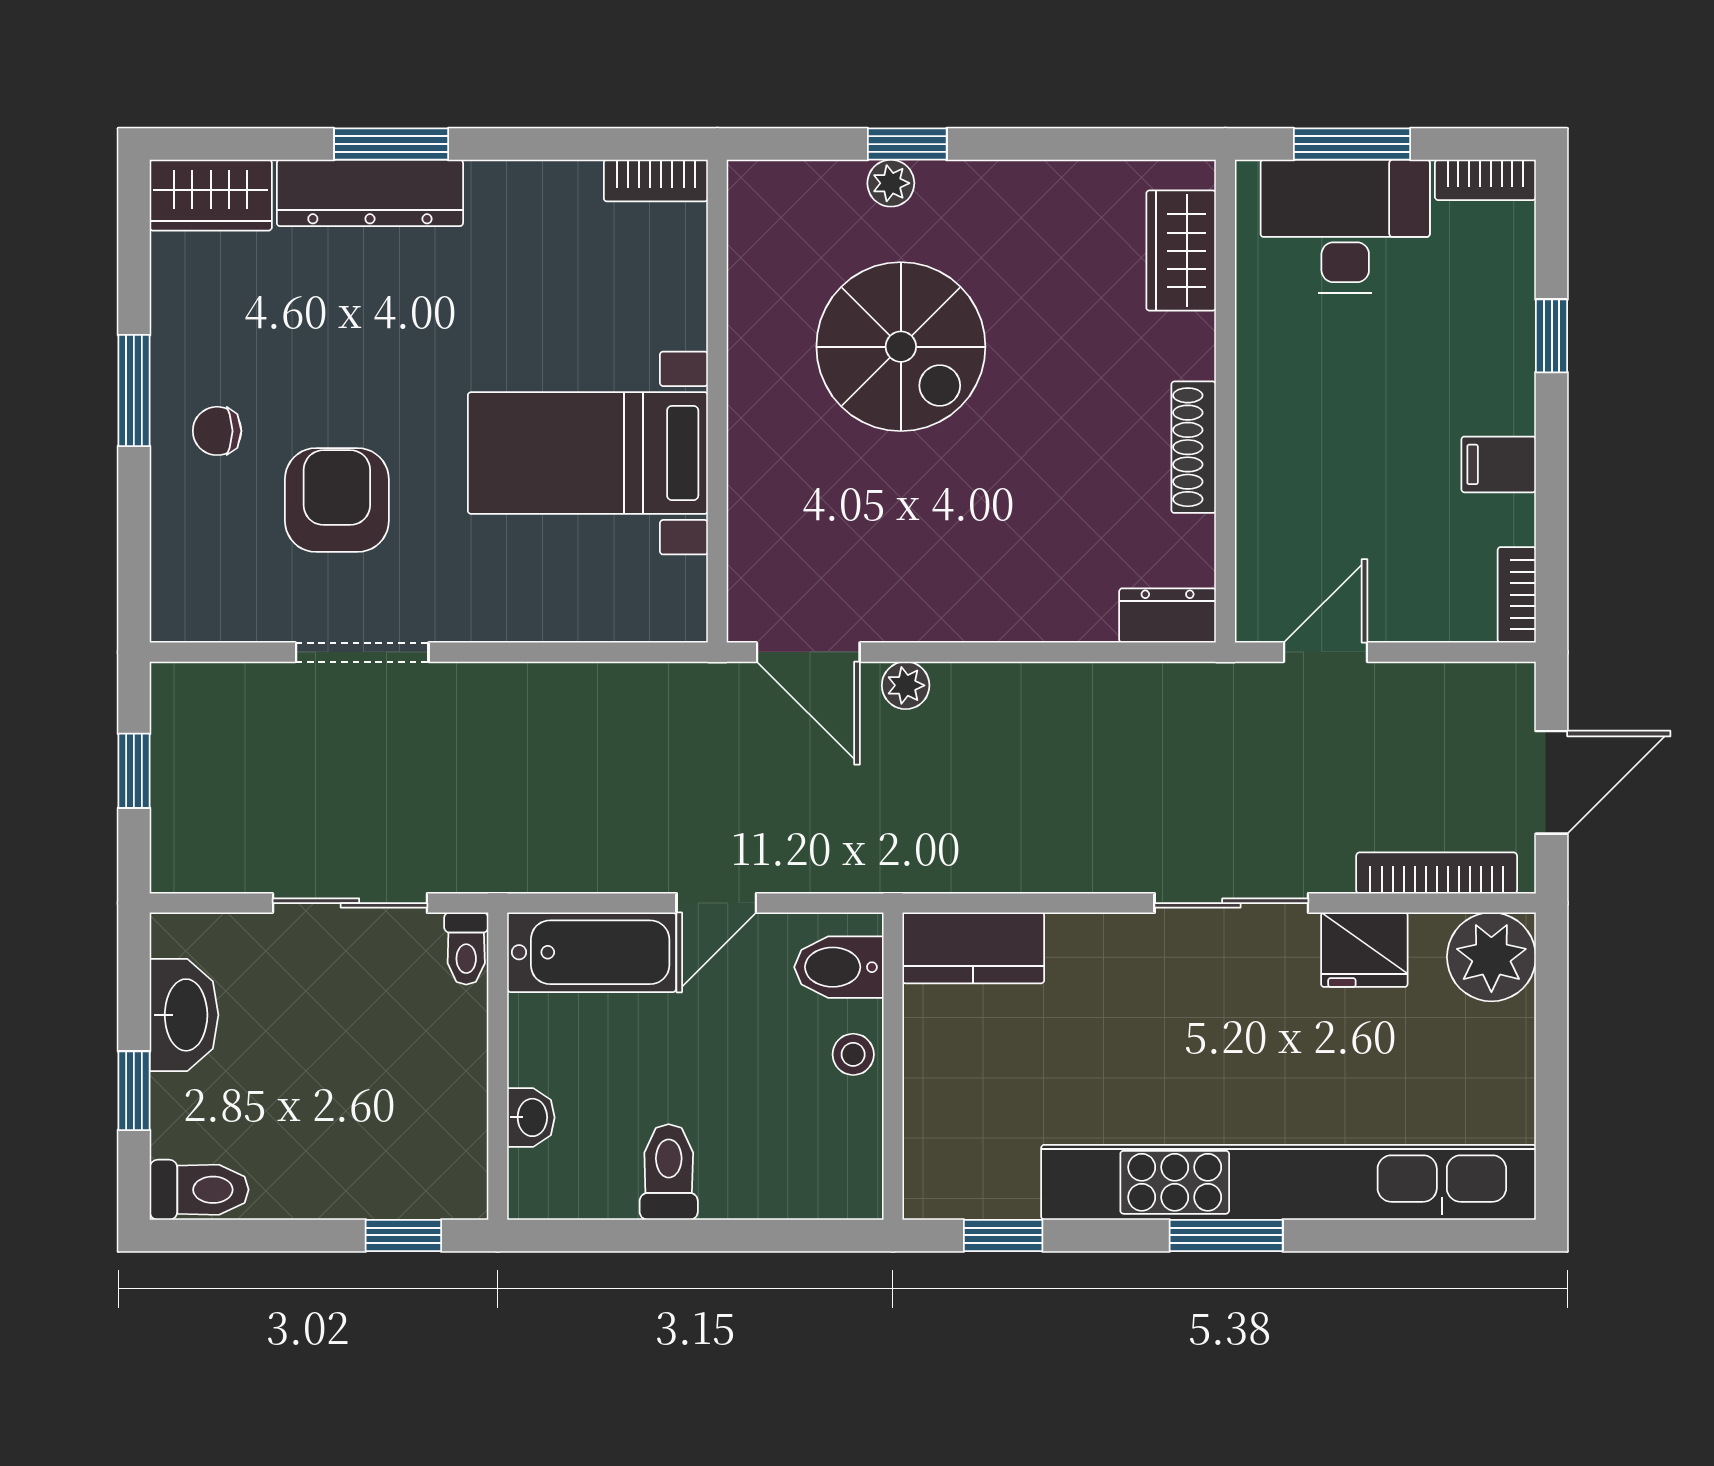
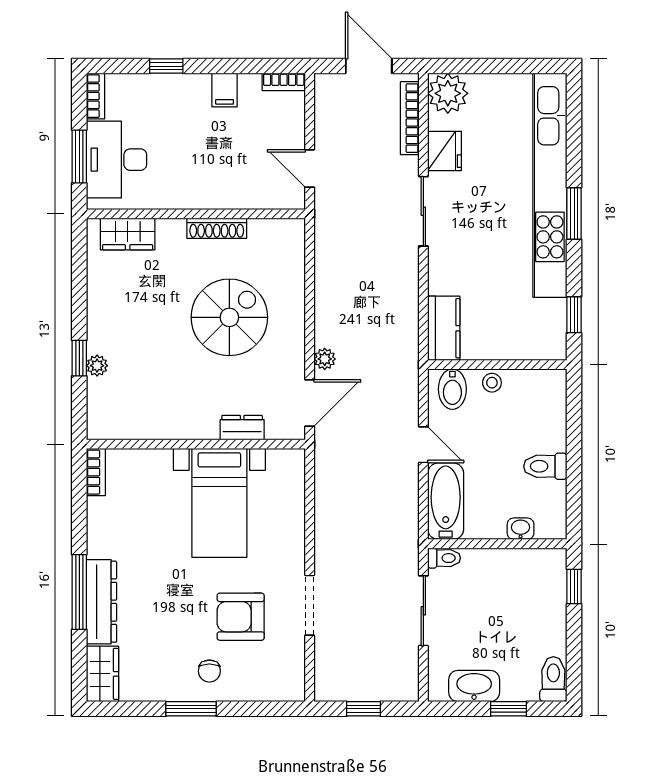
window: (391, 144) -> (79, 592), width x1.44
spiral stairs: (901, 347) -> (229, 317), moved
dresser: (1168, 615) -> (242, 428), moved, turned 90

